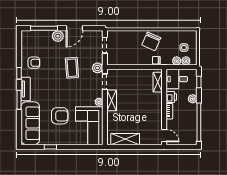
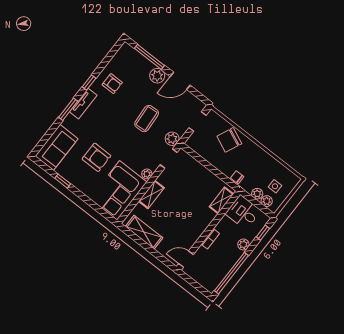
chair: (151, 41) -> (229, 140), moved
printer: (171, 97) -> (224, 226), removed
shelving: (112, 100) -> (151, 195), moved
sofa: (30, 123) -> (57, 147), width x0.73
door: (164, 136) -> (186, 259), swing flipped

